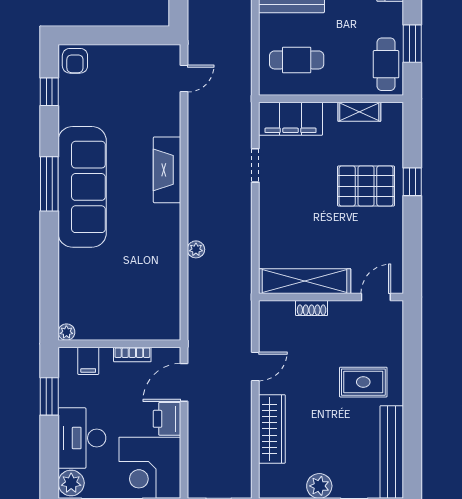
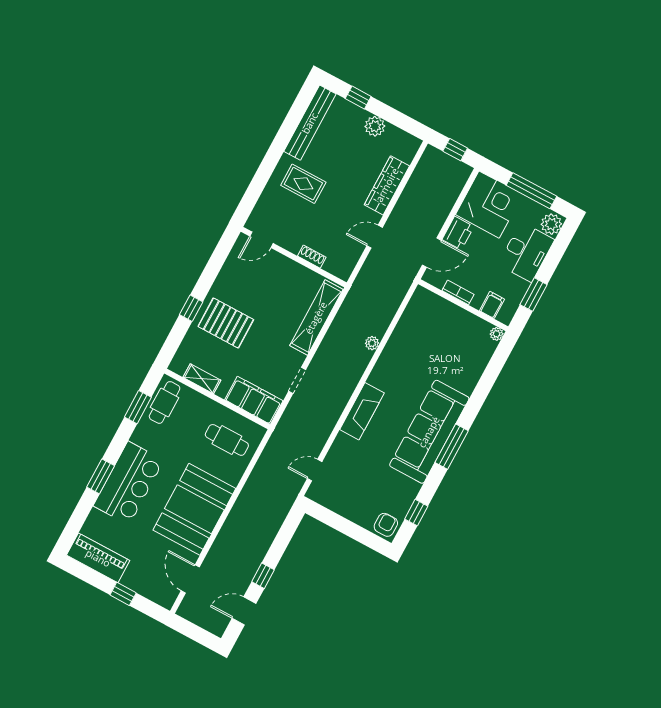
shelving: (305, 281) -> (316, 318), moved, turned 90

